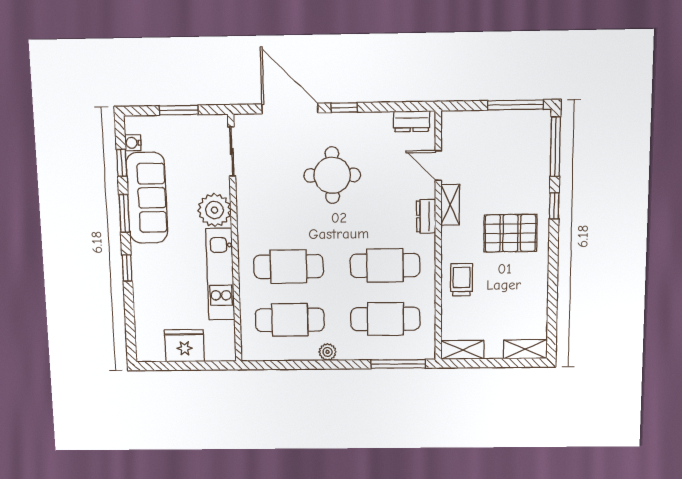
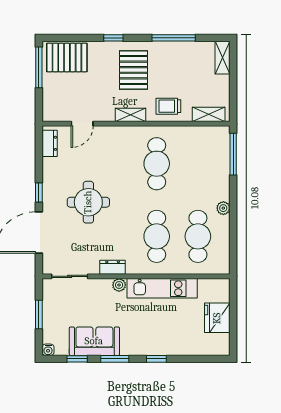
water cooler: (133, 143) -> (48, 350), moved
pallet: (529, 143) -> (67, 58), added
window: (555, 147) -> (174, 38), moved
sofa: (147, 198) -> (94, 341), width x0.73
shelving: (450, 205) -> (131, 115), moved
plant: (214, 210) -> (119, 285), width x0.53, depth x0.53
dresser: (426, 216) -> (113, 267), moved, turned 180
cafe table: (385, 319) -> (198, 164), removed
shelving: (462, 350) -> (209, 114), moved, turned 90

